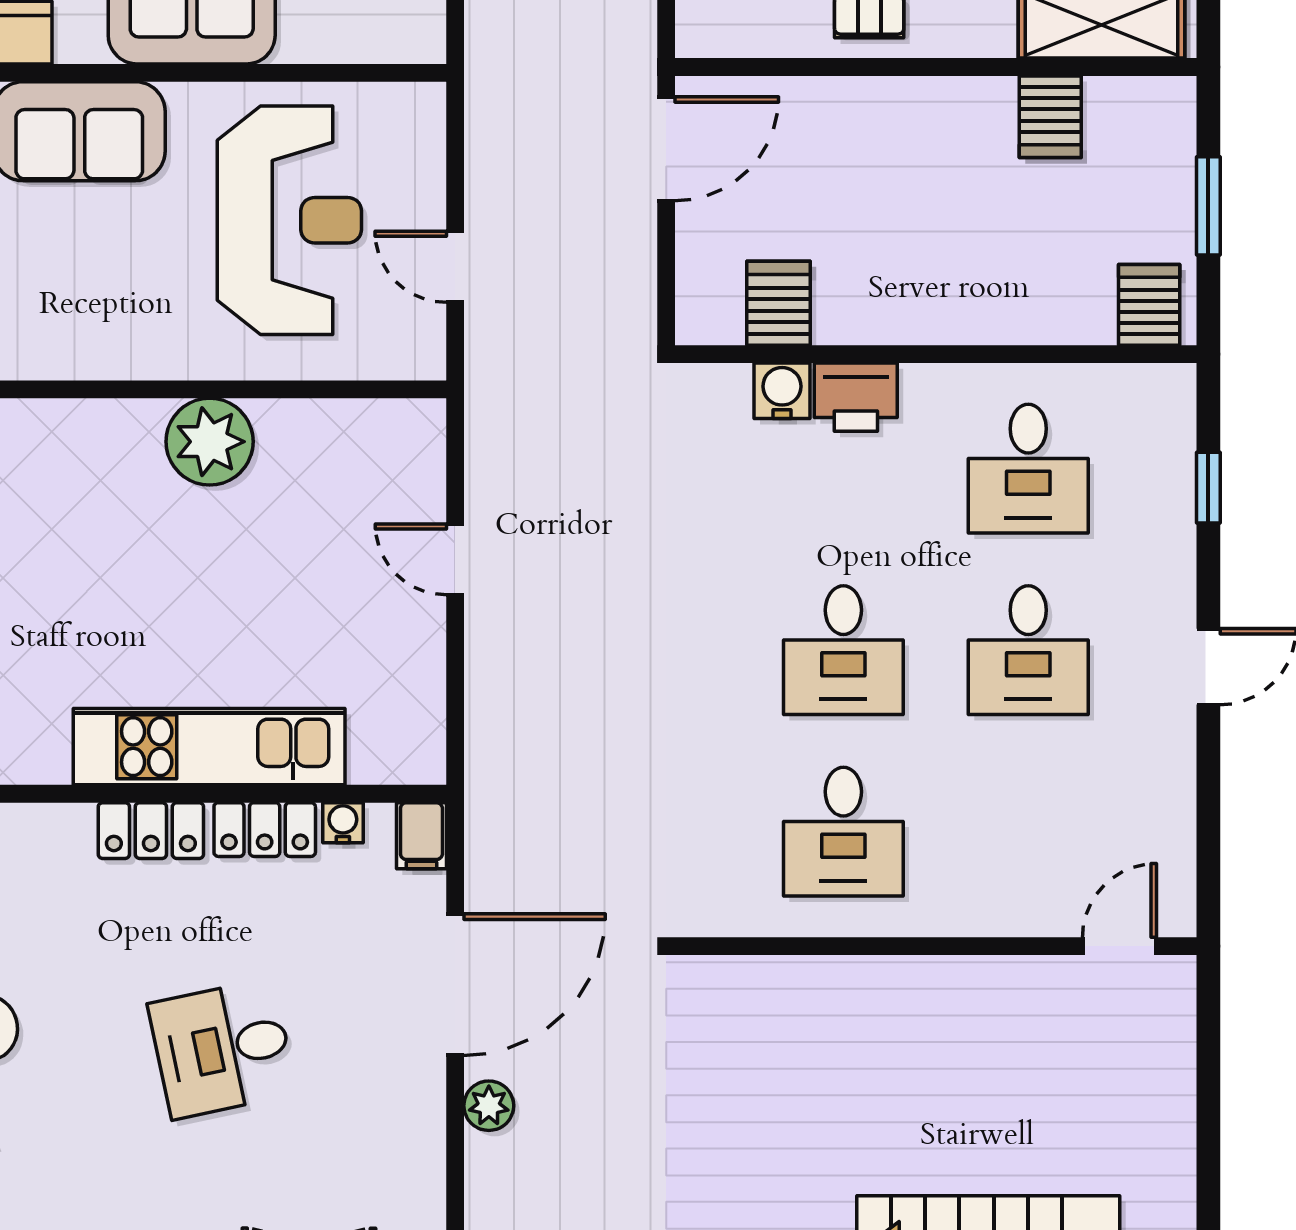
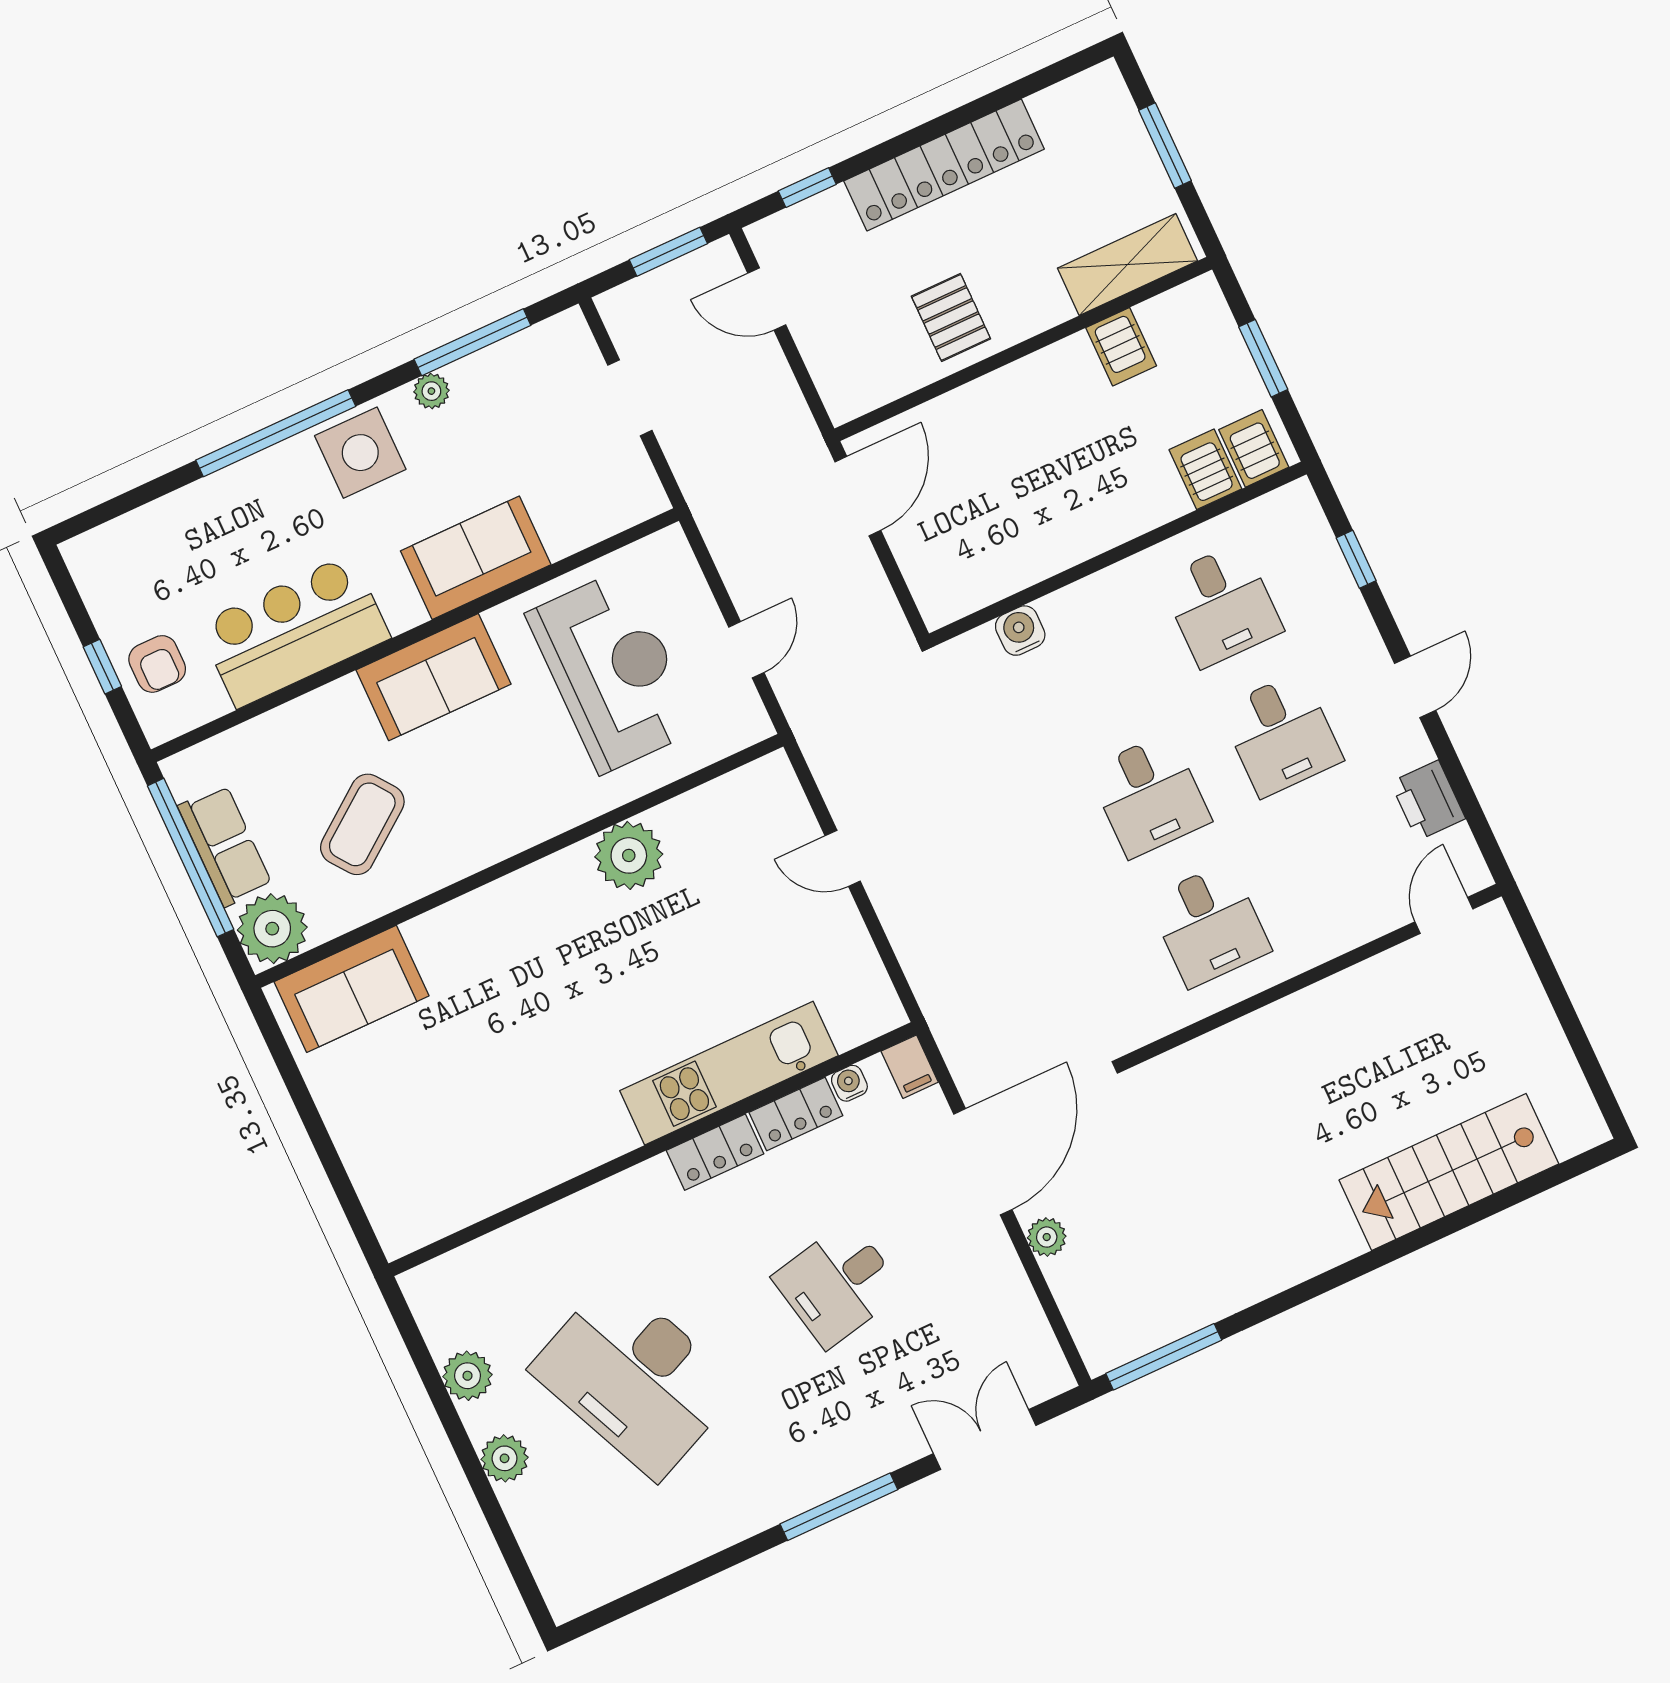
door: (455, 267) -> (746, 650), swing flipped
server rack: (779, 303) -> (1205, 469), moved
printer: (856, 397) -> (1428, 800), moved, turned 90

